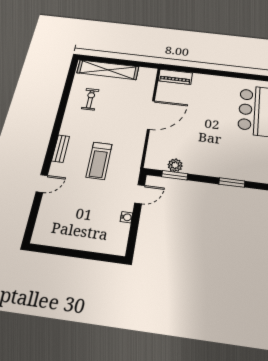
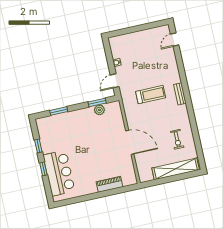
piano: (175, 77) -> (109, 184), moved
door: (151, 115) -> (130, 142), swing flipped
treadmill: (99, 161) -> (151, 95), turned 90
door: (42, 184) -> (175, 40), moved

